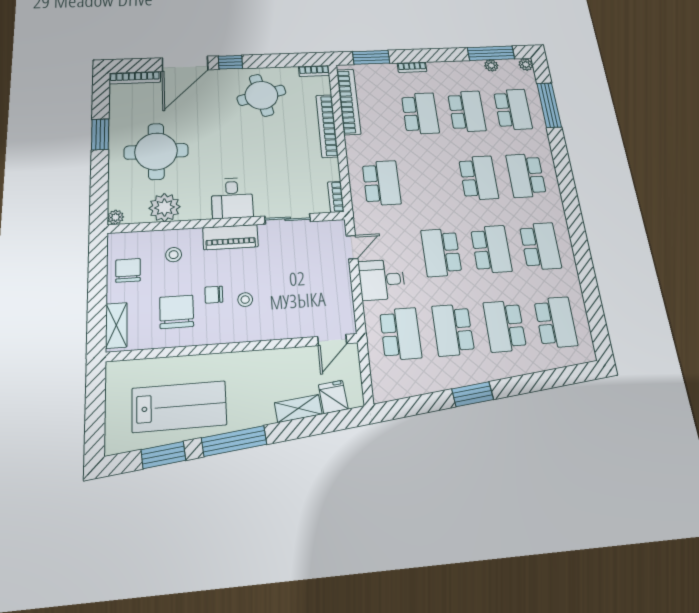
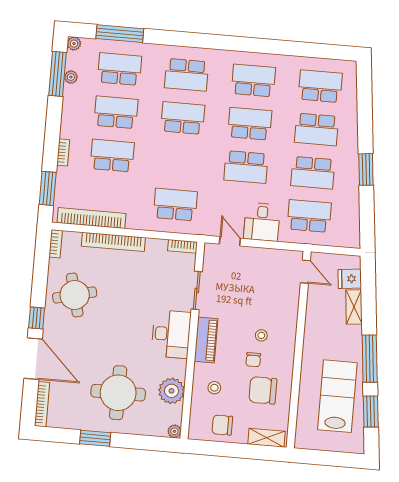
desk: (232, 198) -> (171, 334), width x1.37

